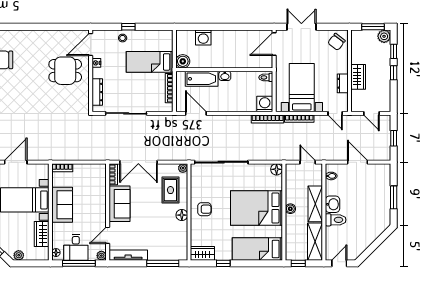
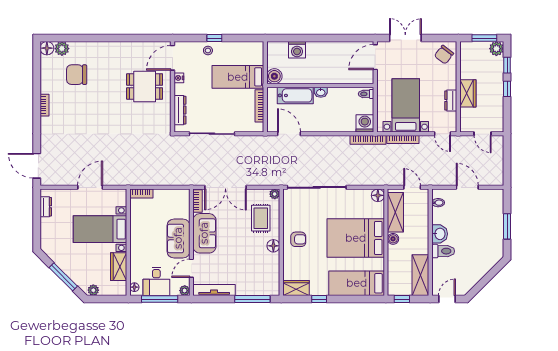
window: (394, 138) -> (507, 161), removed
shelving: (315, 204) -> (395, 212), moved
sofa: (62, 205) -> (178, 238), moved, turned 180

